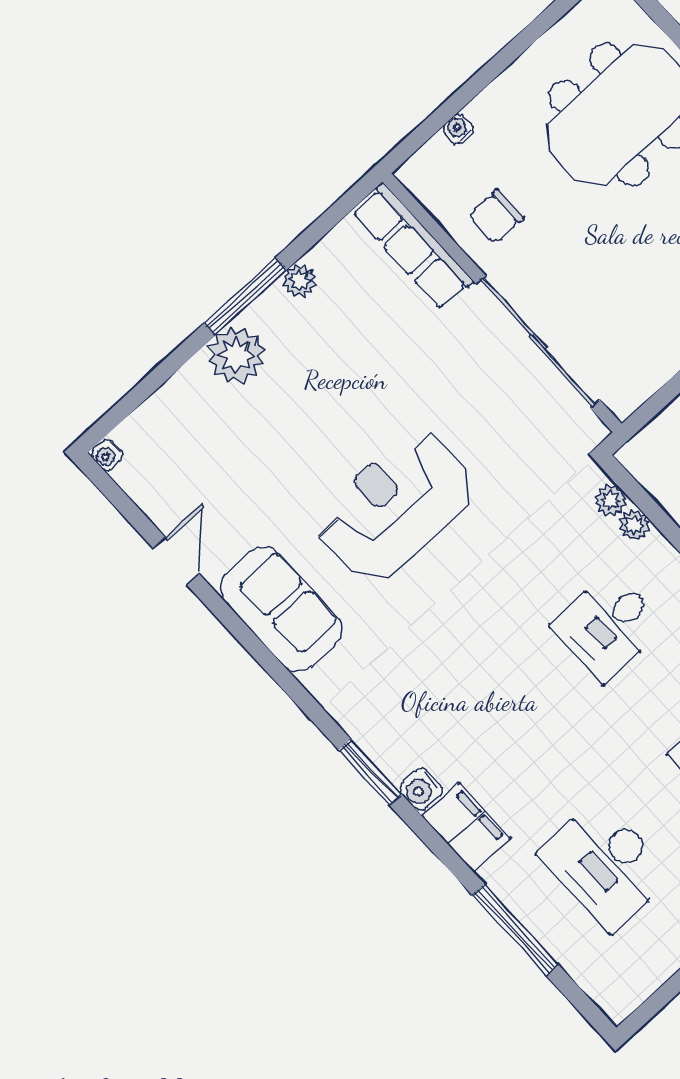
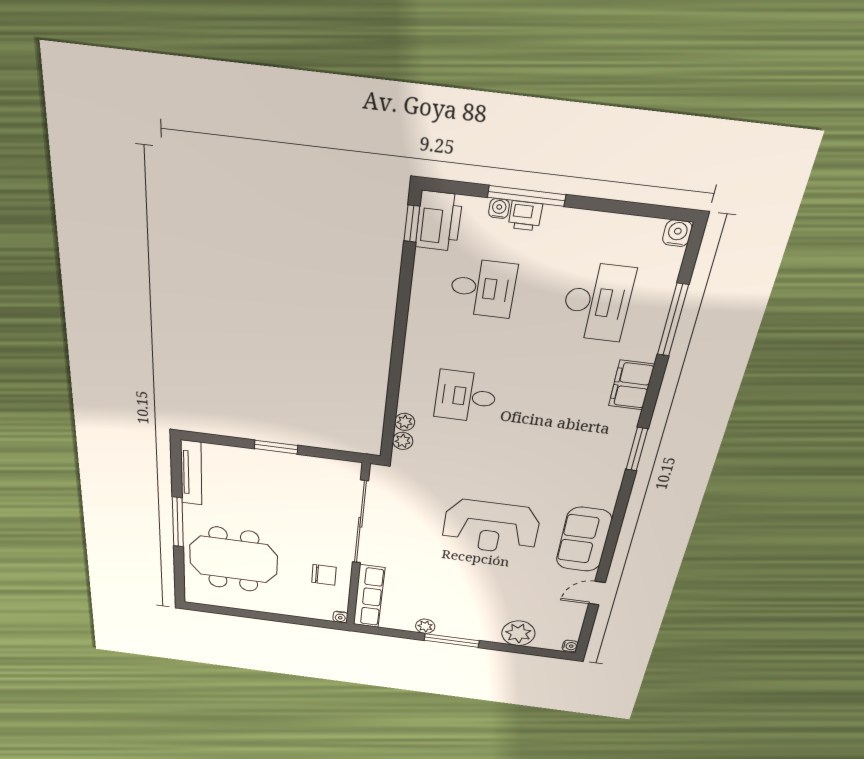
water cooler: (458, 129) -> (340, 617), moved
plant: (236, 355) -> (518, 633), moved
desk: (608, 626) -> (466, 396), turned 180
water cooler: (421, 789) -> (677, 233), moved, turned -90

